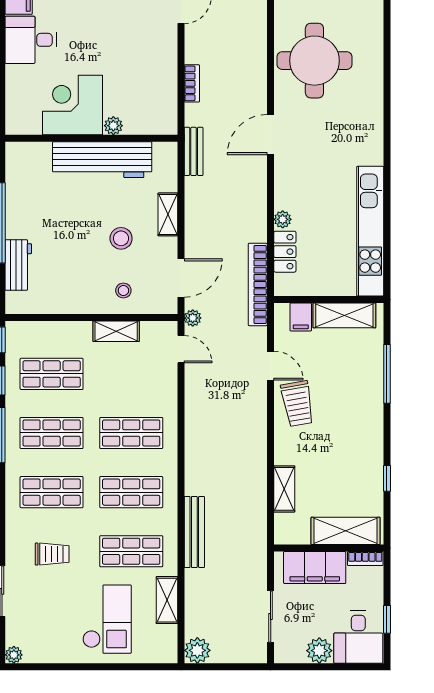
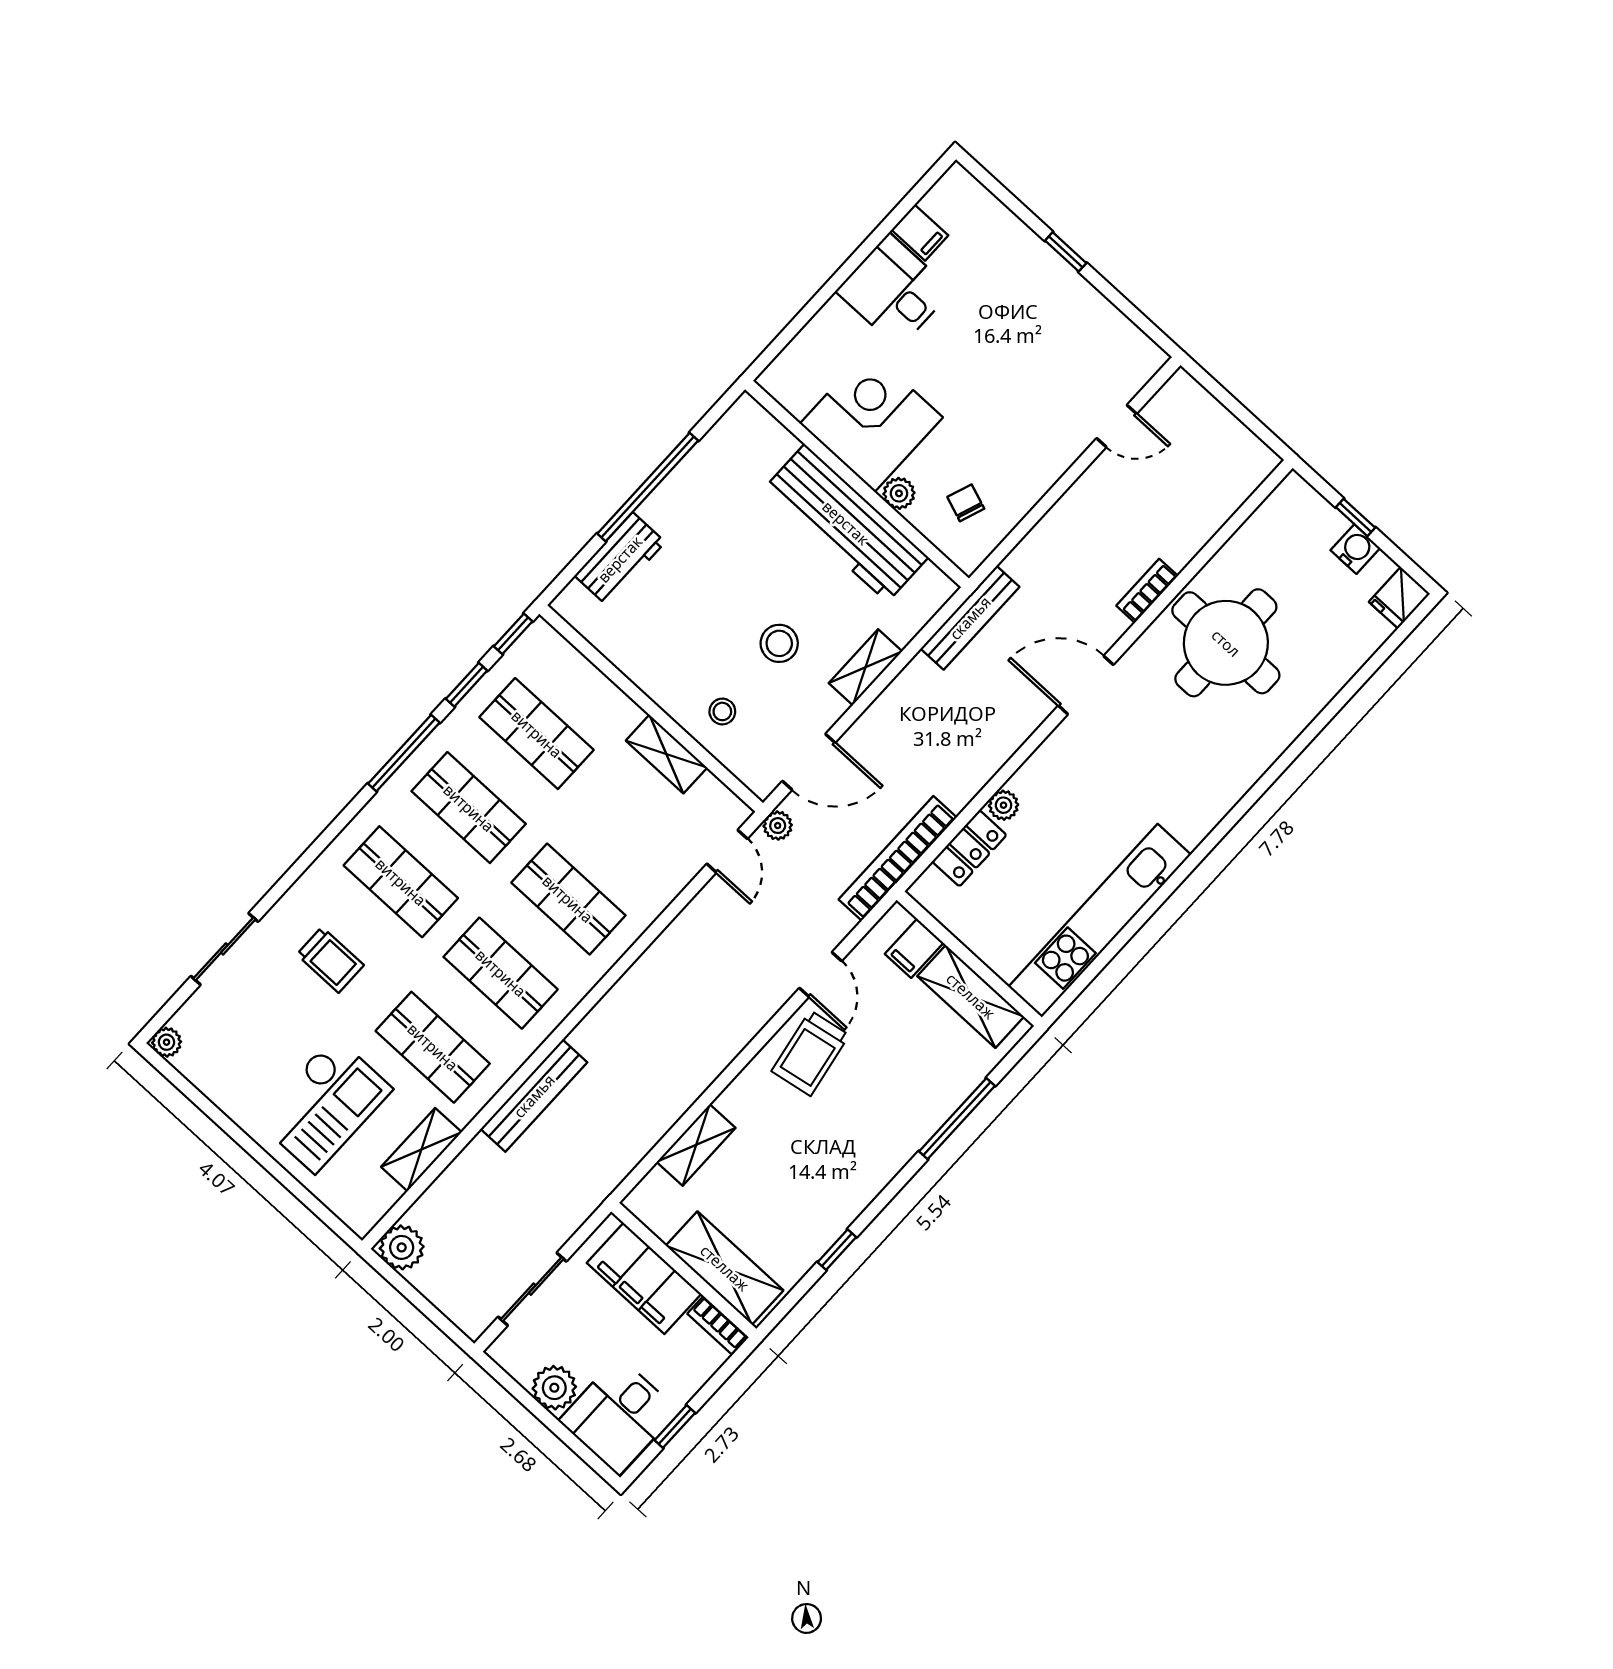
bookcase: (192, 83) -> (1147, 591), moved, turned 180
chair: (146, 103) -> (966, 503), added
bench: (194, 151) -> (970, 618), width x1.36

